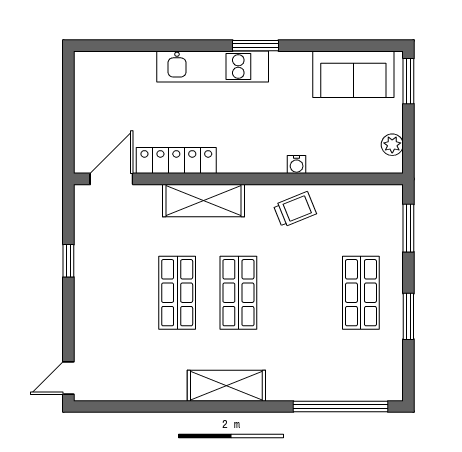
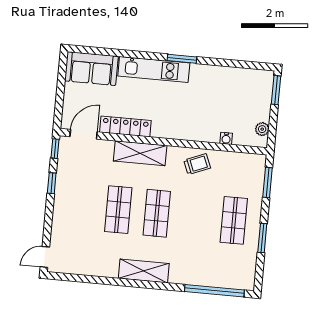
sofa: (353, 74) -> (91, 69), moved
water cooler: (297, 165) -> (226, 138), moved
window: (68, 206) -> (55, 149), added

